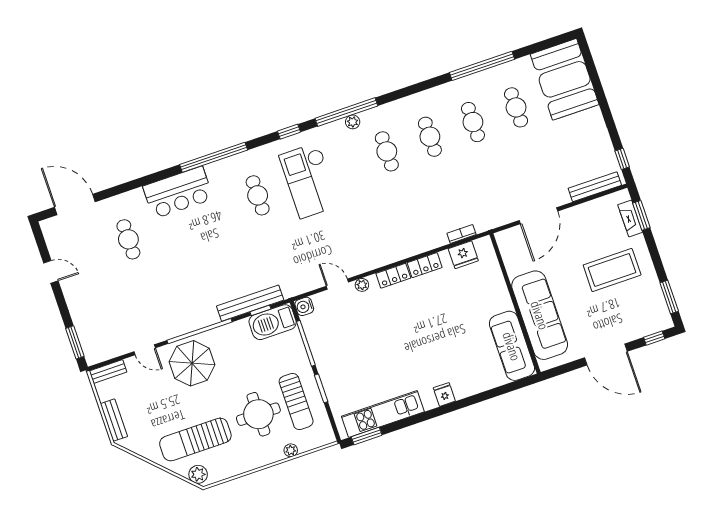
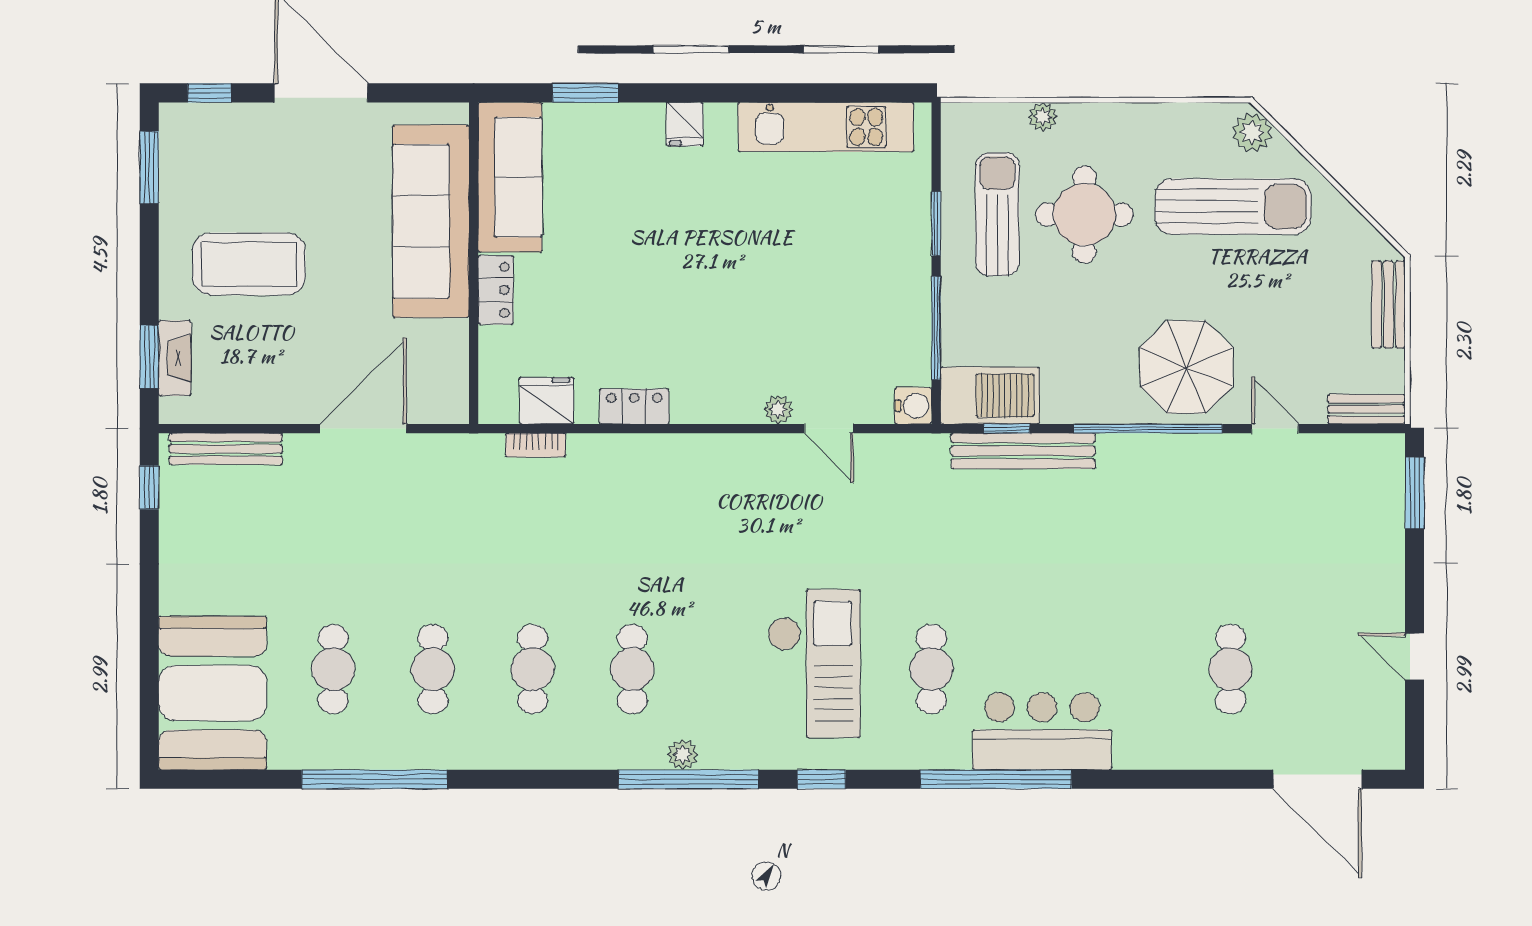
bar counter: (178, 193) -> (1042, 731), moved
locker: (393, 276) -> (496, 290), moved, turned 90
window: (367, 436) -> (586, 93), moved

